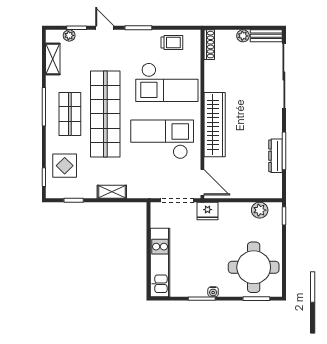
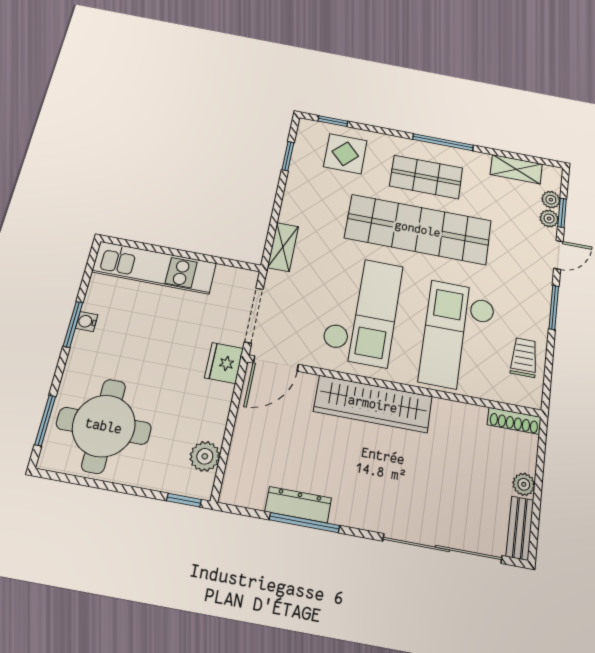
plant: (82, 36) -> (549, 219), added
trolley: (172, 42) -> (524, 357), turned 180
shelving: (112, 192) -> (283, 247), moved
water cooler: (213, 292) -> (87, 321), moved

